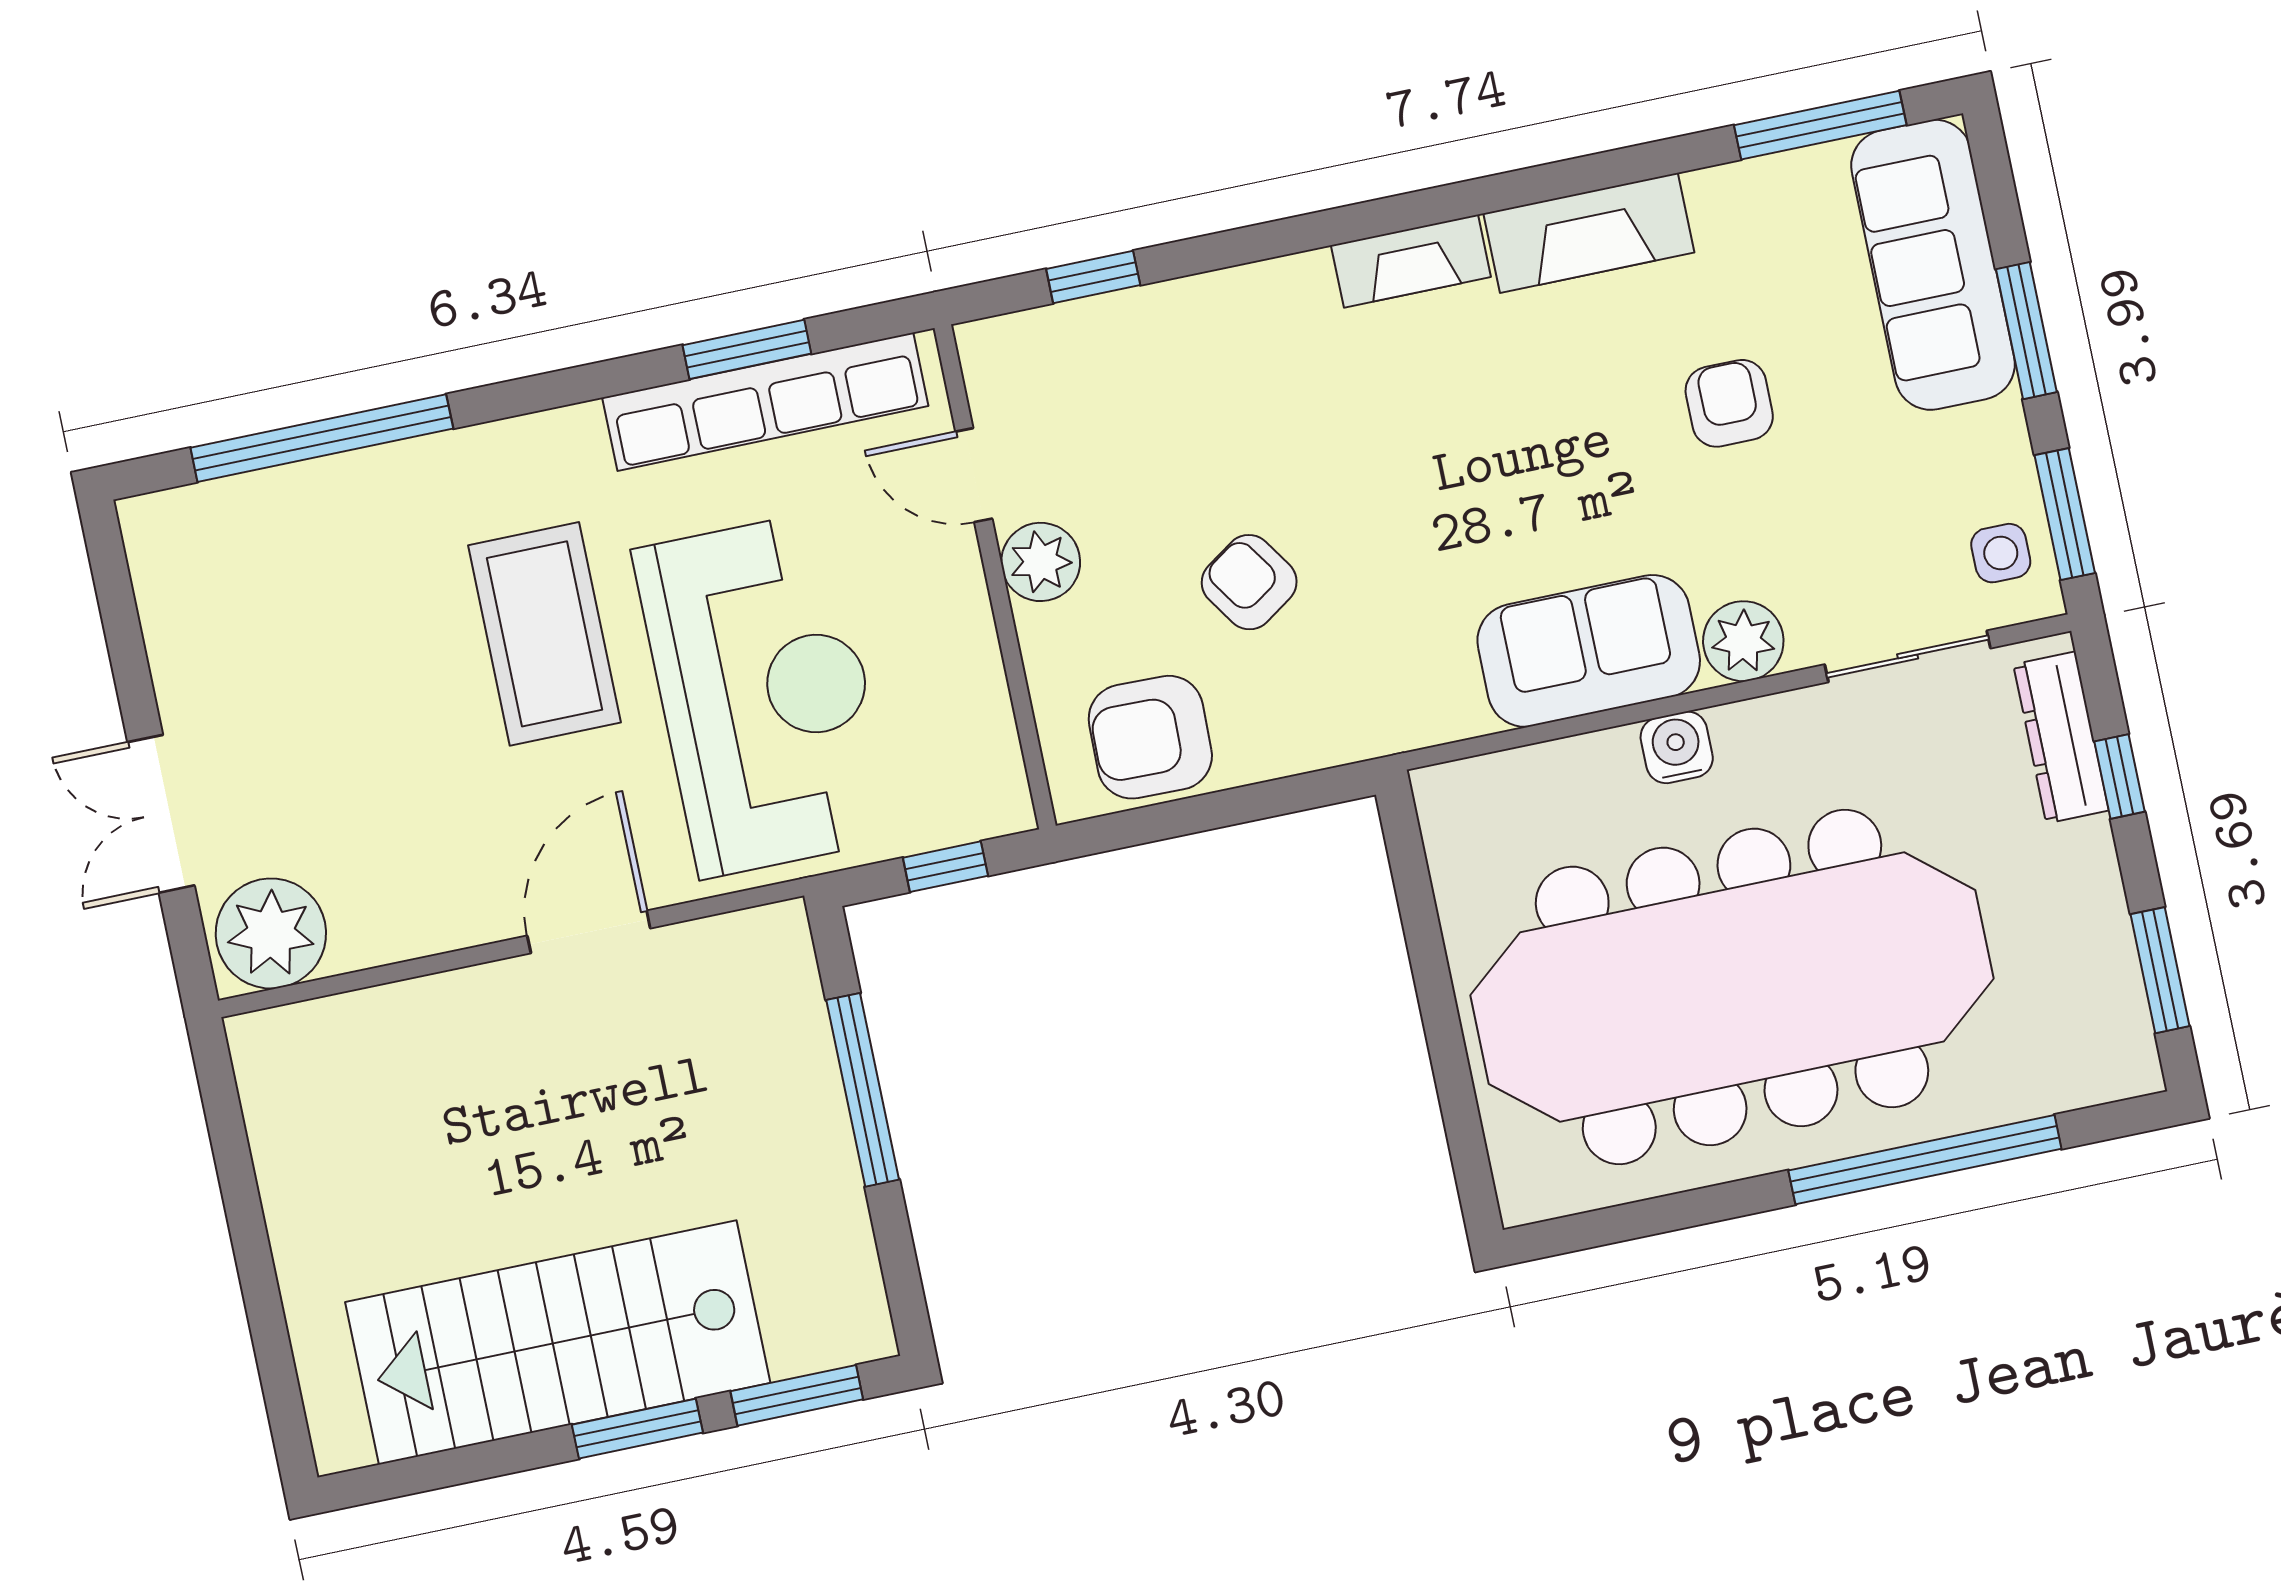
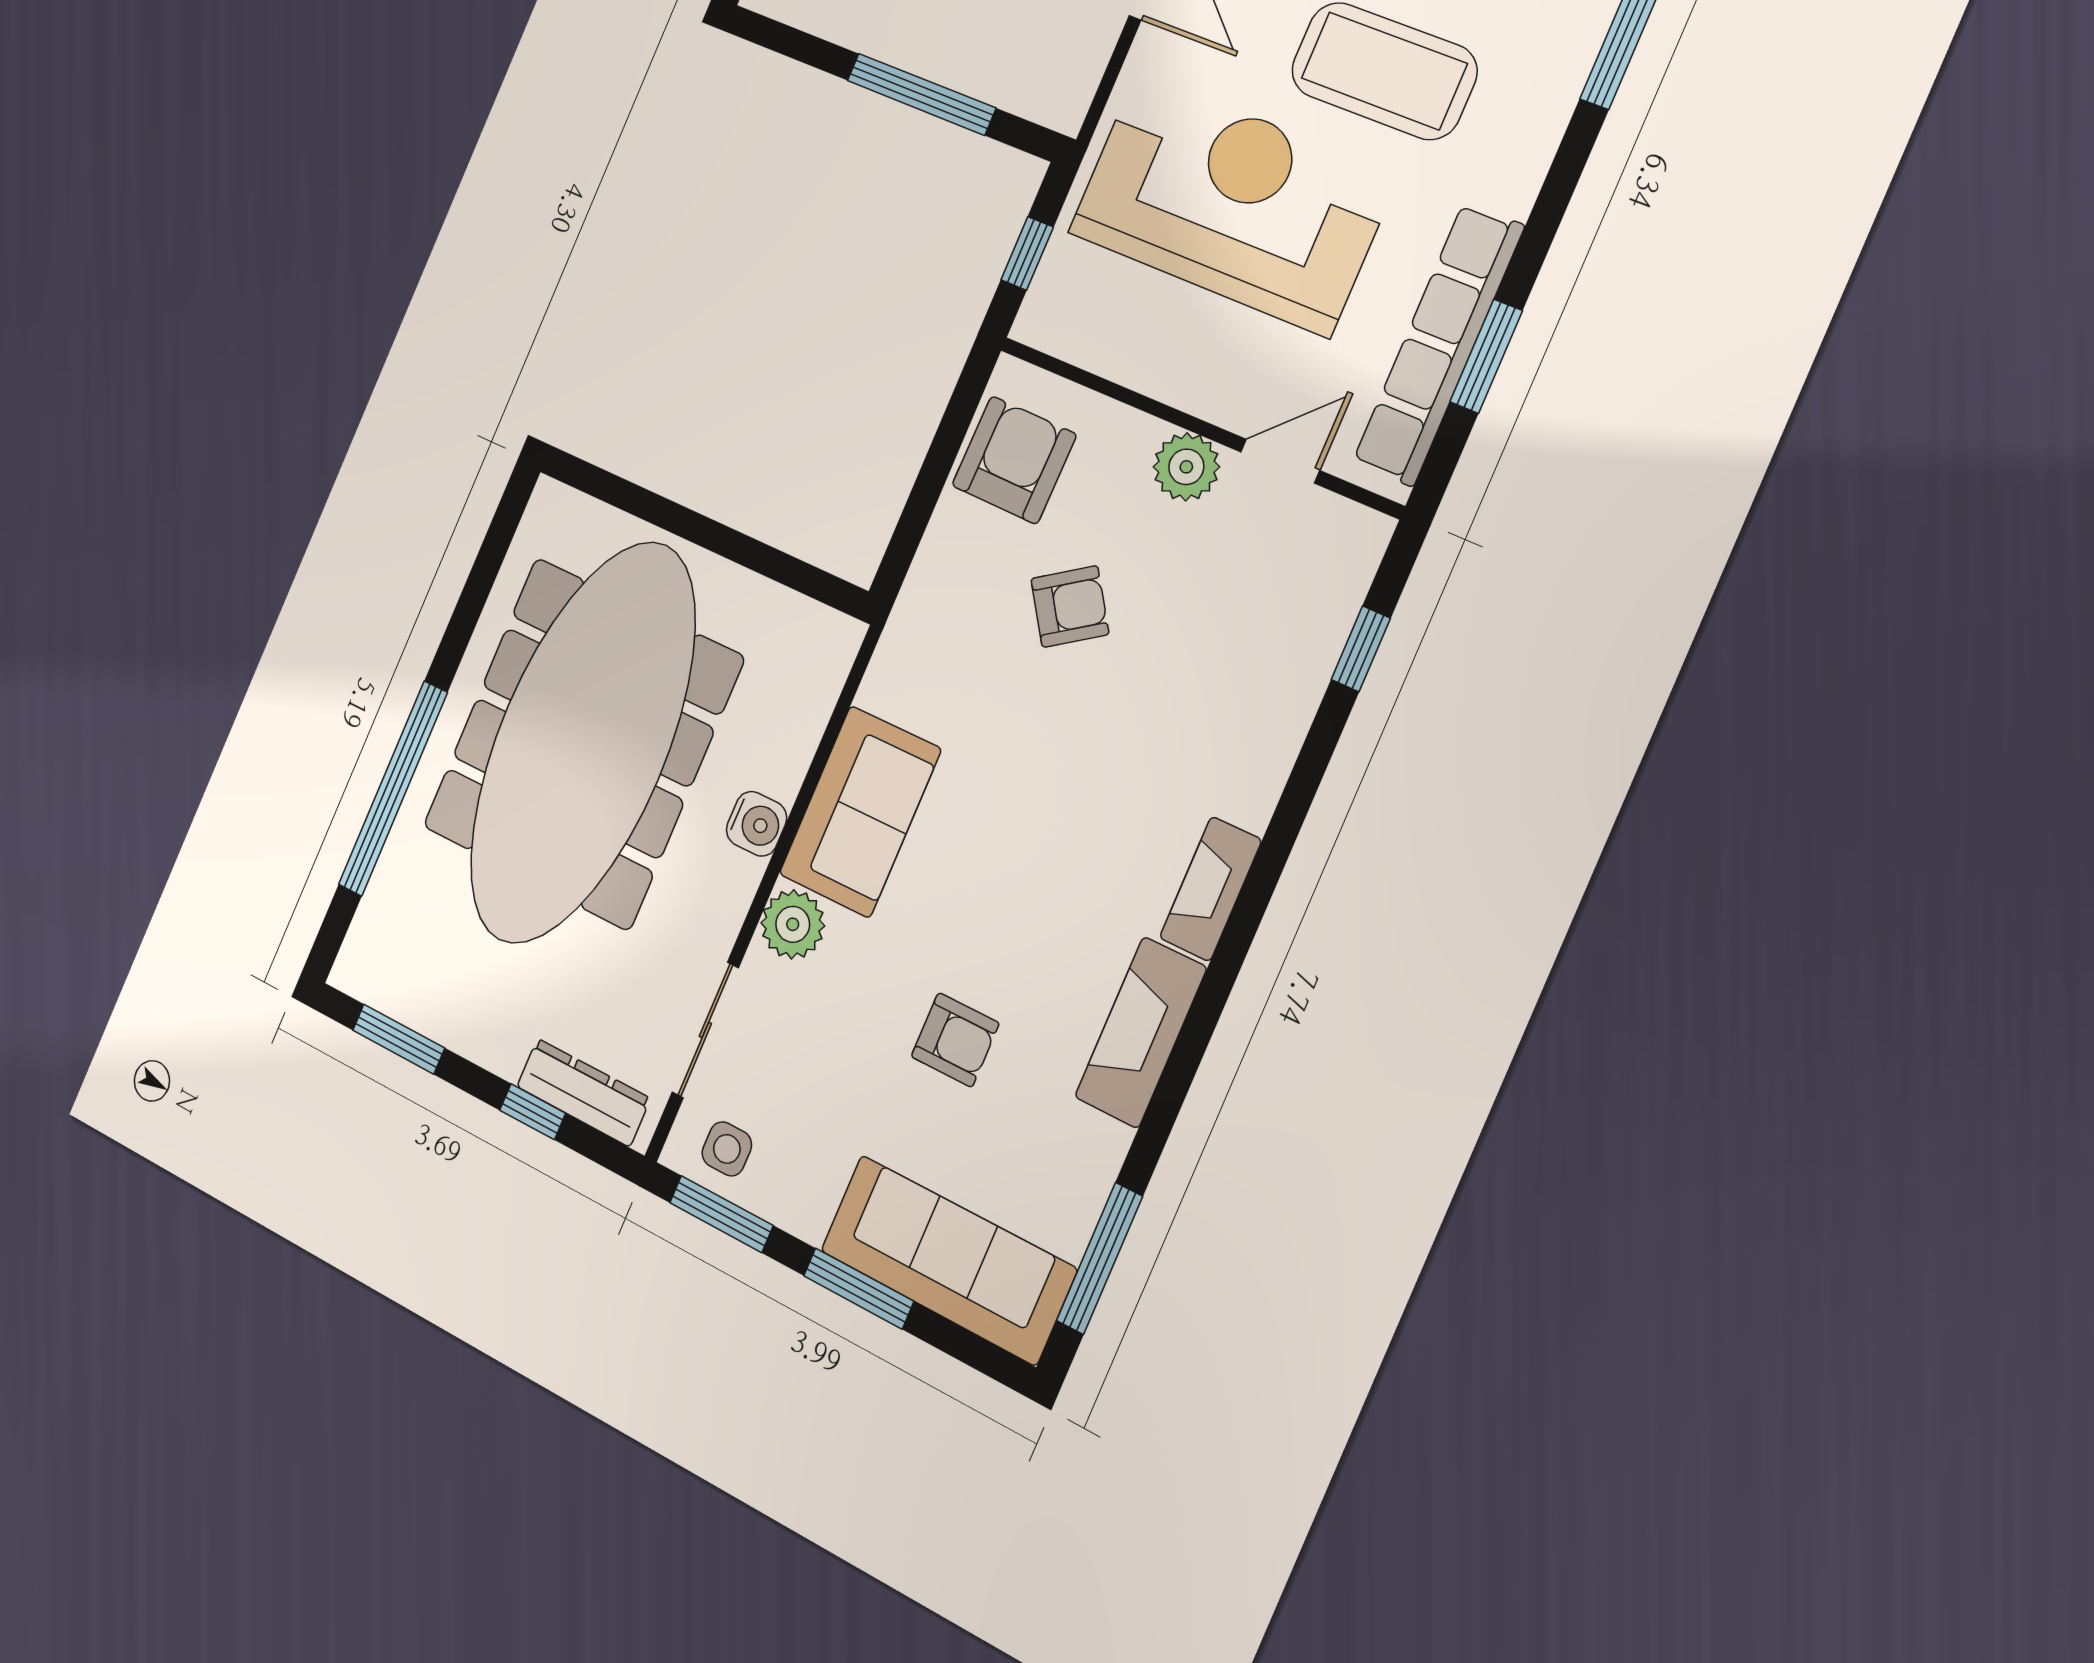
reception desk: (764, 694) -> (1232, 204), turned 180

